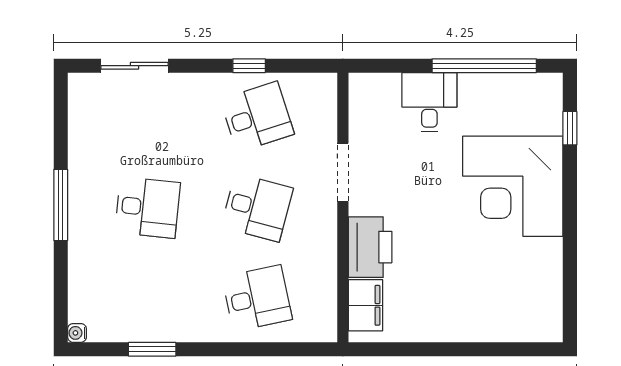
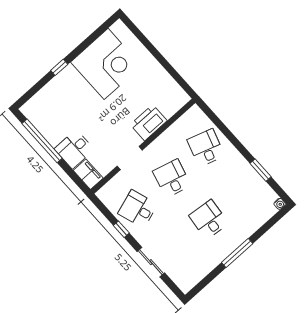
sliding door: (134, 66) -> (151, 262), moved
window: (570, 128) -> (59, 67), moved
corner desk: (513, 186) -> (106, 64), moved
desk: (257, 298) -> (206, 148), turned 30
filing cabinet: (365, 305) -> (88, 174), moved, turned 90

